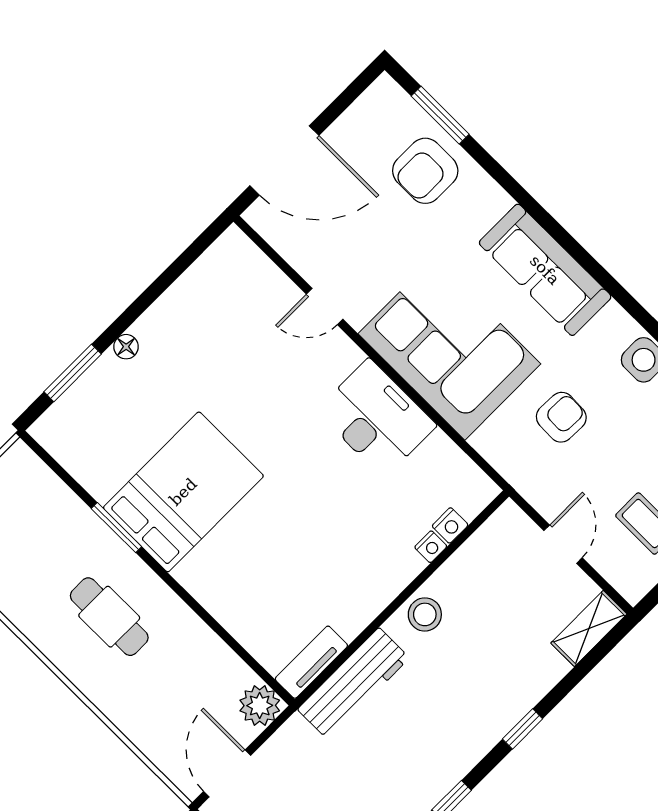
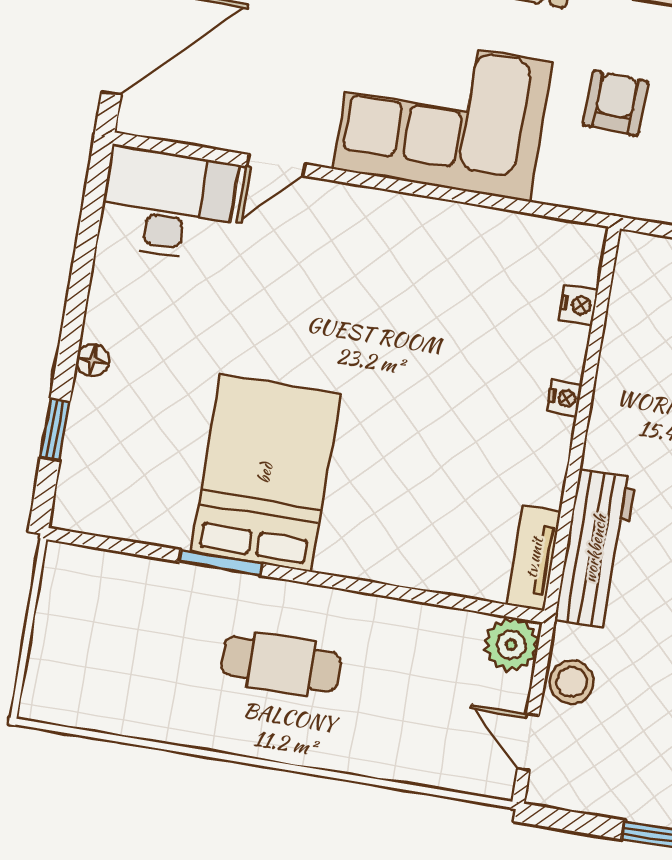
window: (73, 373) -> (55, 430), width x0.67
desk: (376, 418) -> (168, 204), moved
nightstand: (431, 547) -> (565, 398), moved
stool: (425, 614) -> (572, 682), moved
door: (227, 773) -> (528, 743), width x0.73

